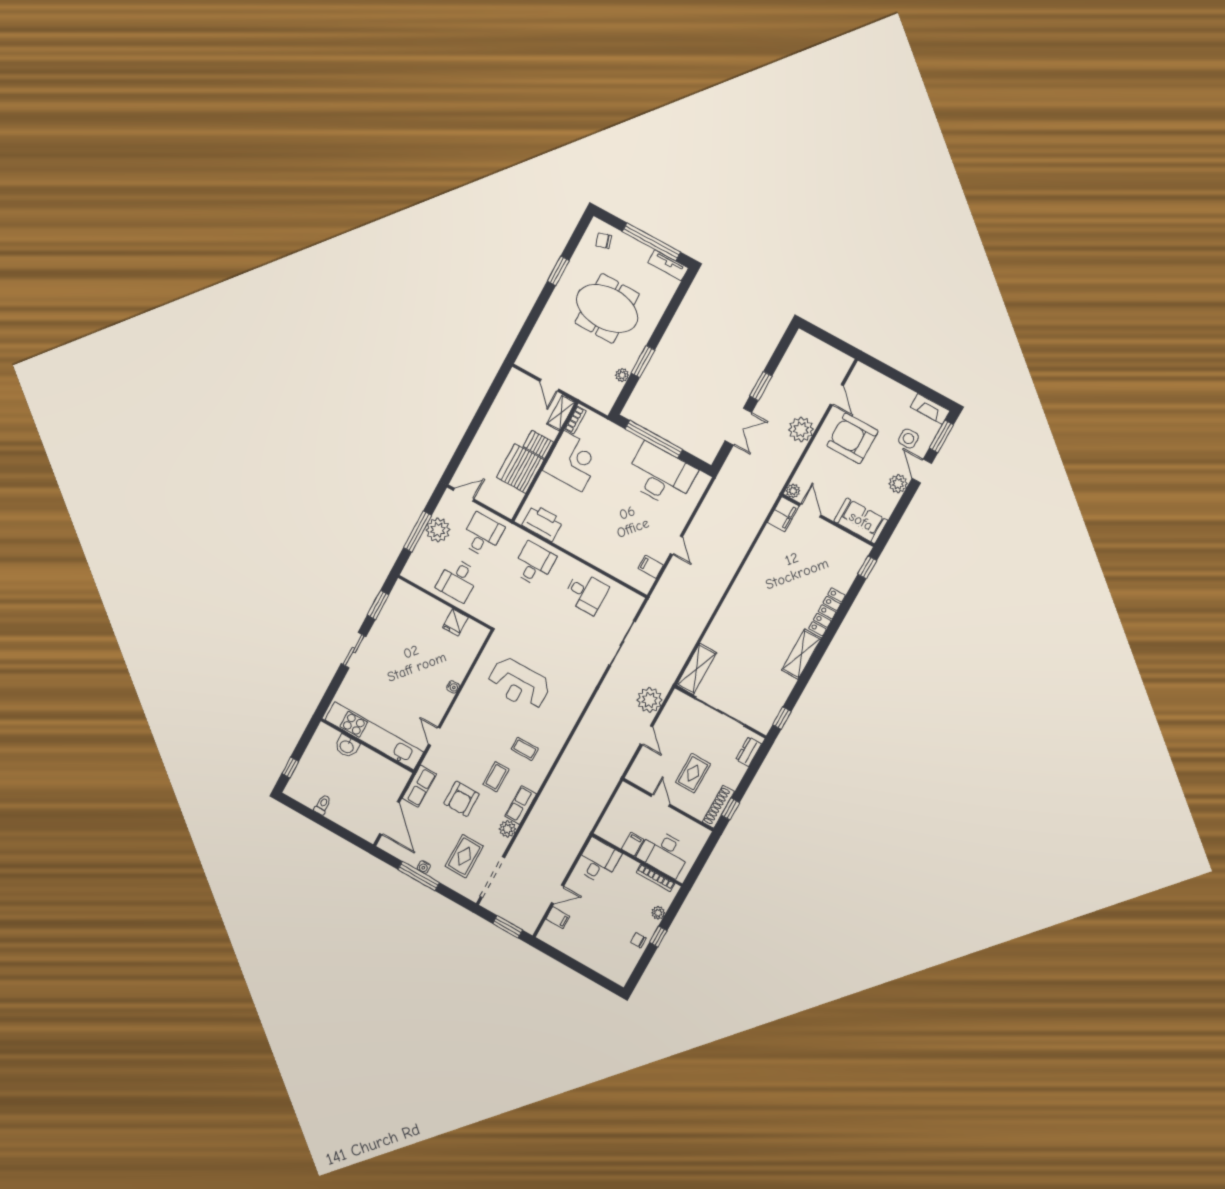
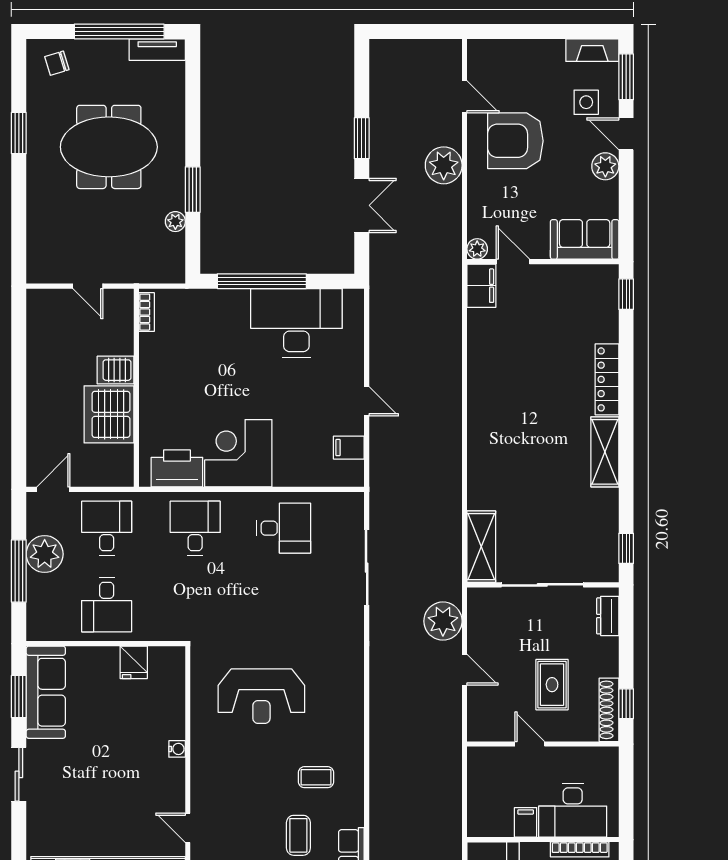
shelving: (561, 413) -> (123, 313), removed
corner desk: (573, 461) -> (238, 453), moved, turned -90
sofa: (395, 611) -> (46, 692), added

